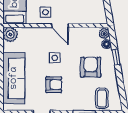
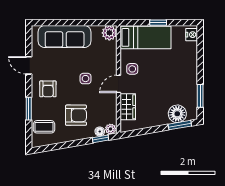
wardrobe: (82, 17) -> (128, 107), added
window: (116, 57) -> (100, 139), moved
armchair: (54, 85) -> (48, 89), moved

